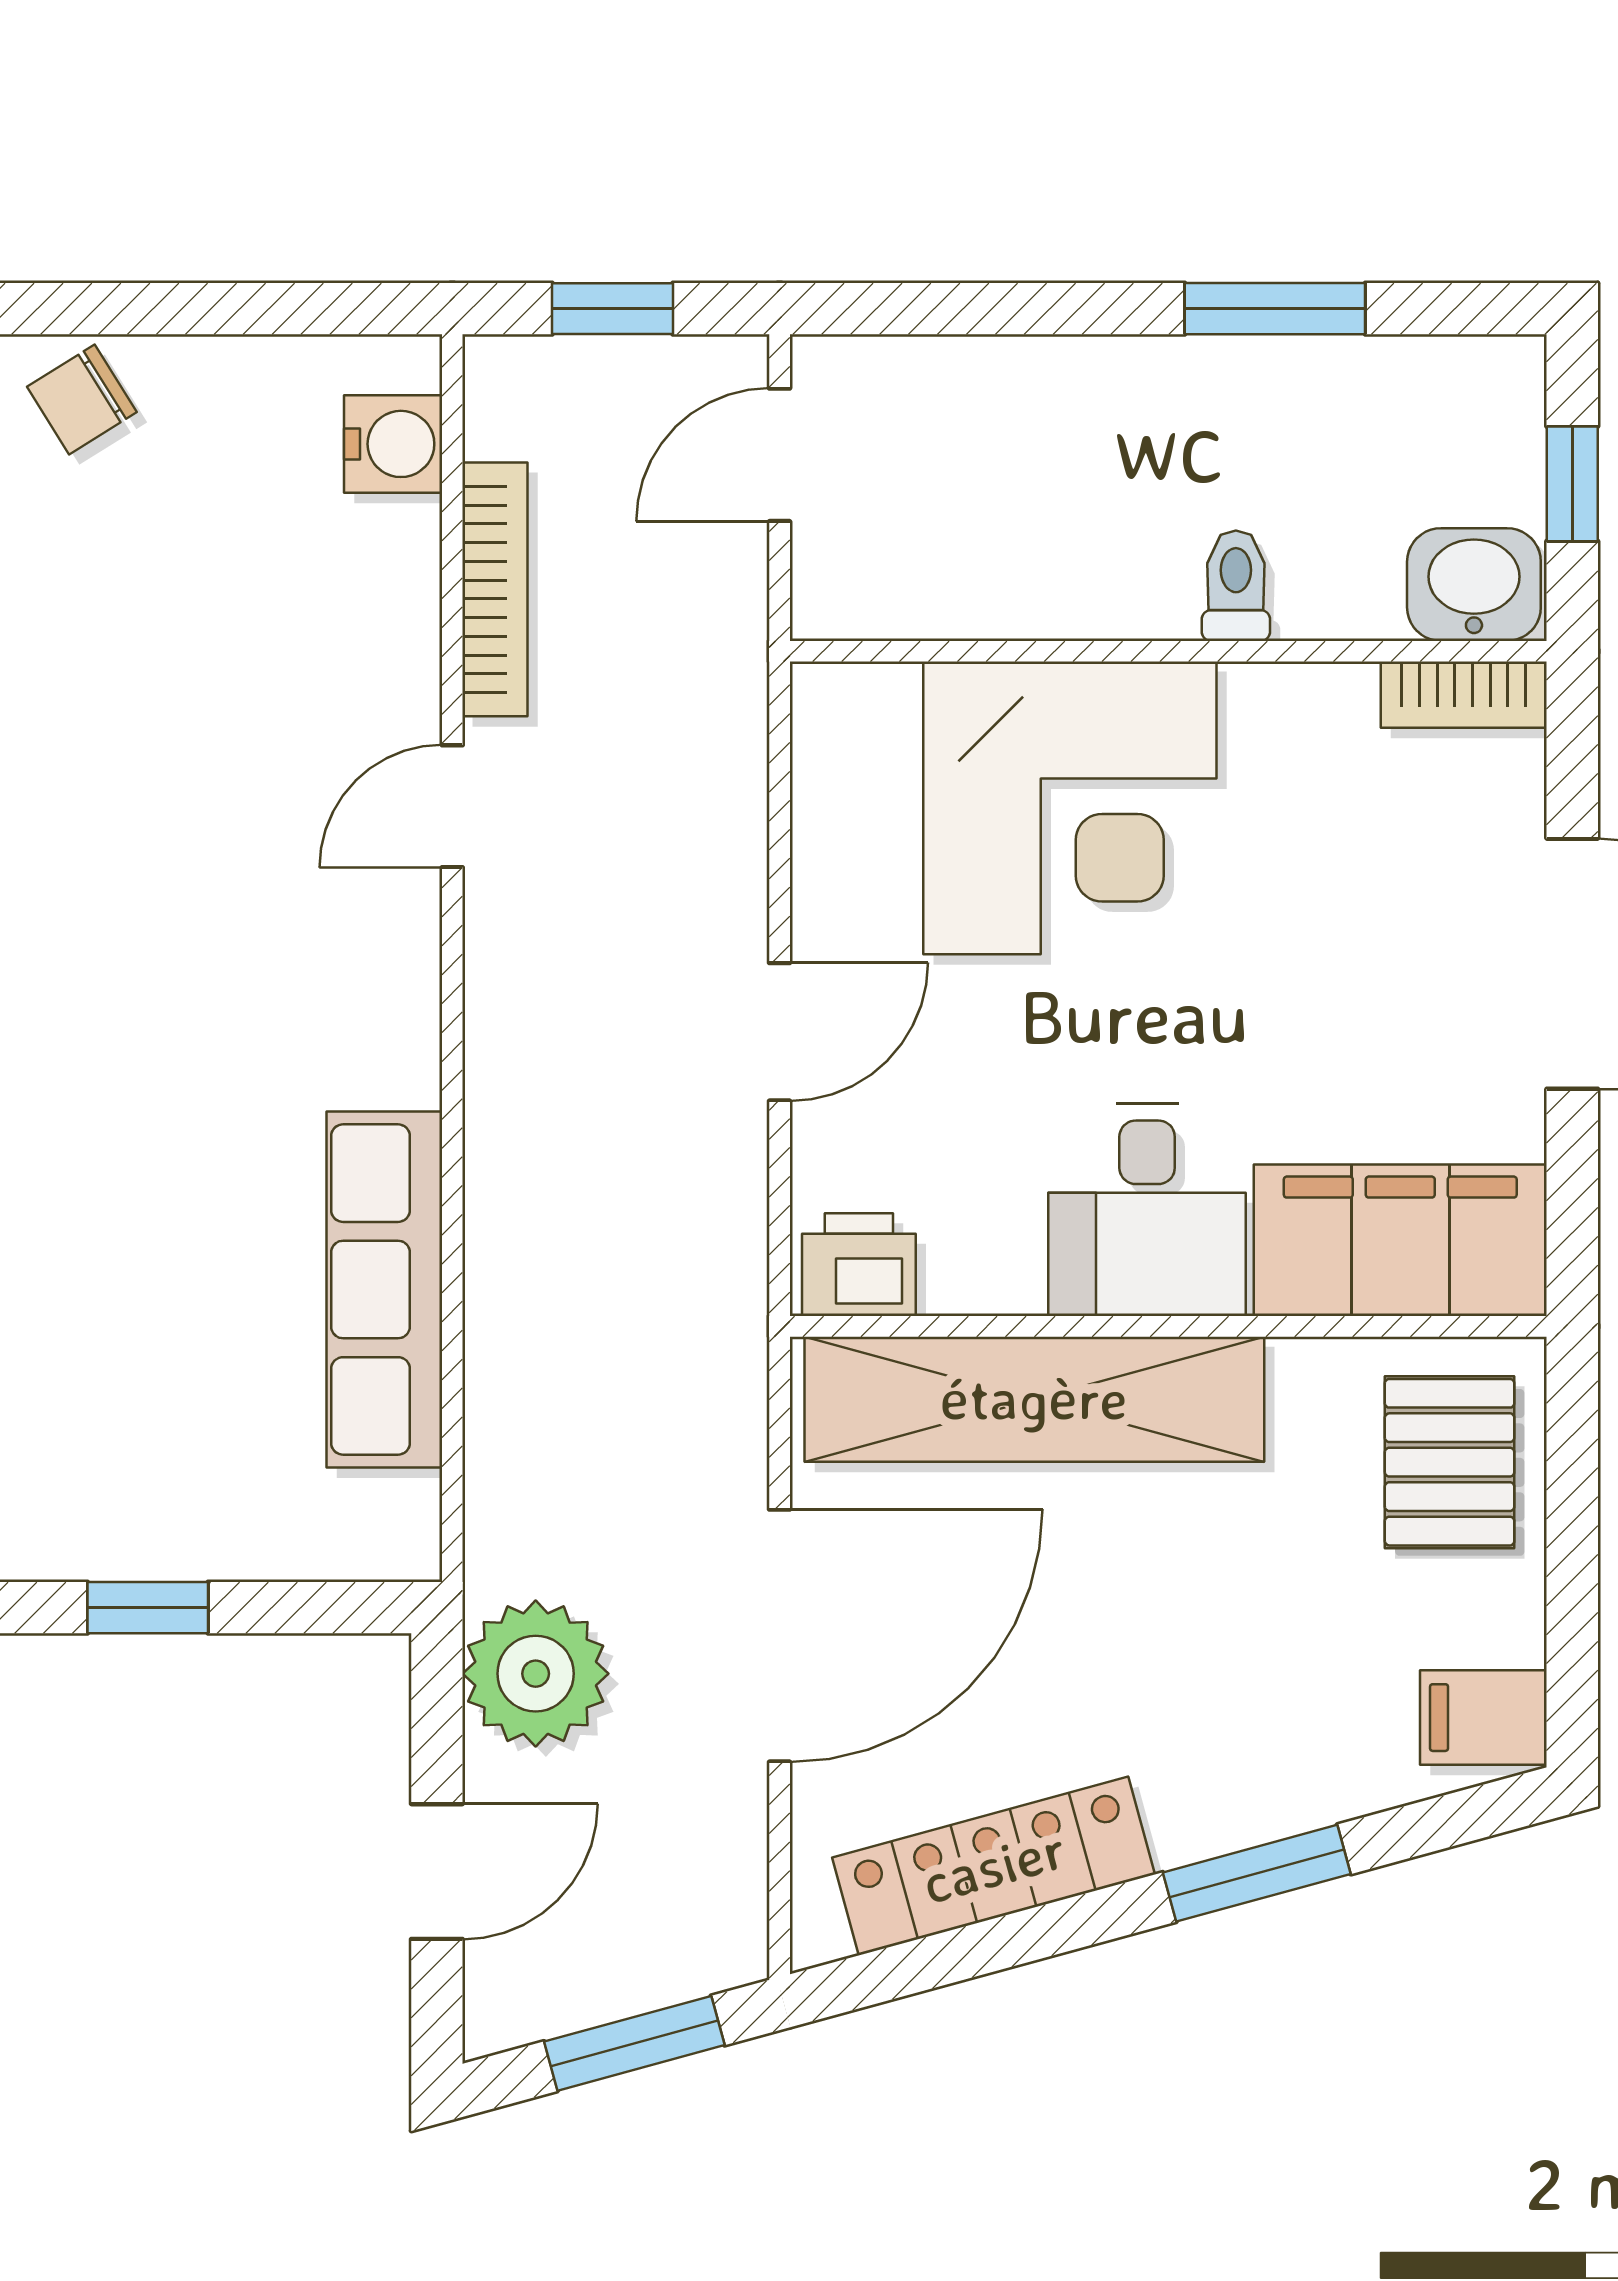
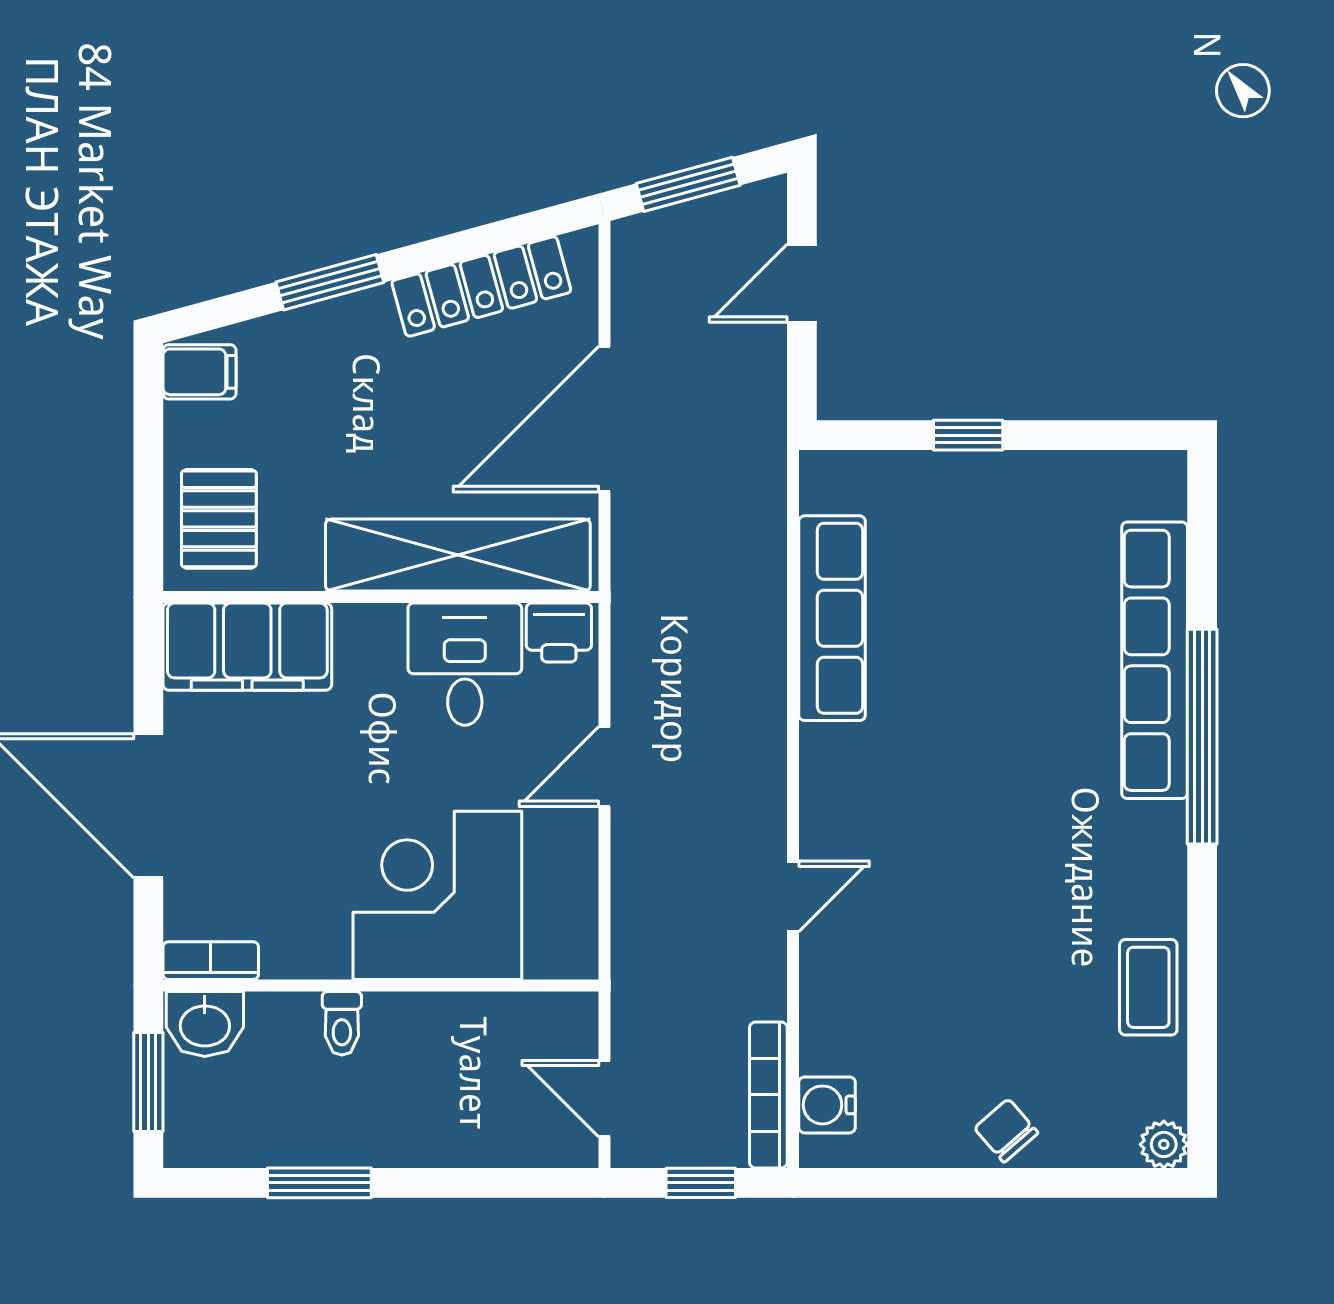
chair: (82, 399) -> (1006, 1131), turned -99
door: (780, 455) -> (605, 1099), swing flipped
window: (1572, 484) -> (148, 1082), width x1.50
bookcase: (495, 589) -> (768, 1095), moved
desk: (1147, 1210) -> (465, 664), moved
plant: (536, 1674) -> (745, 397), removed

